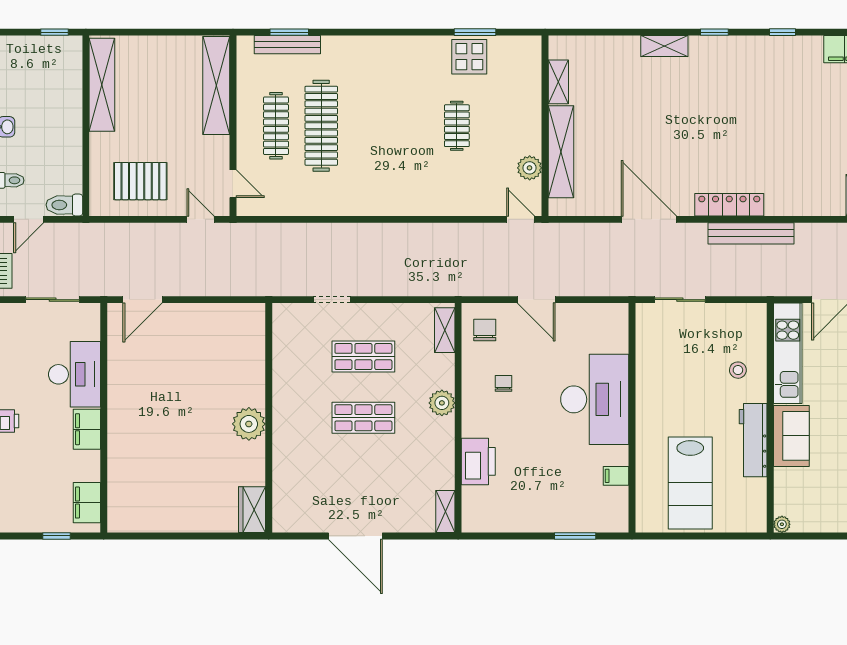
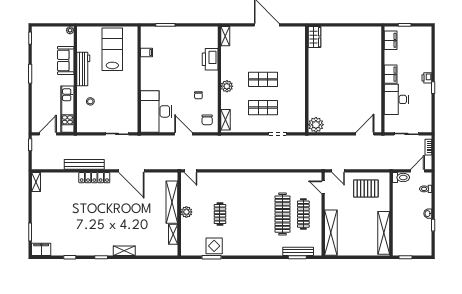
plant: (530, 168) -> (186, 212), moved
desk: (595, 399) -> (156, 111), moved
plant: (249, 424) -> (316, 125), moved
sofa: (791, 436) -> (66, 60), moved

